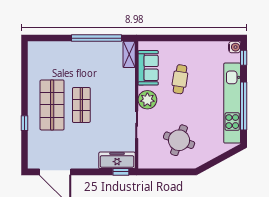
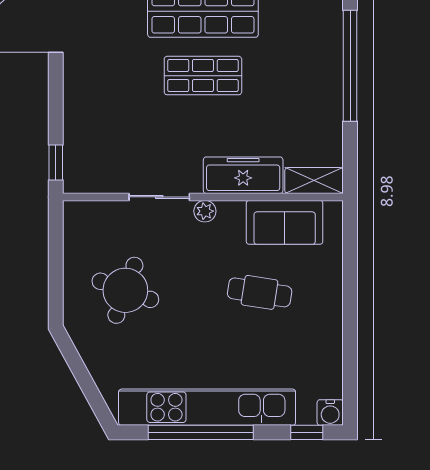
window: (97, 38) -> (350, 66), moved
plant: (147, 100) -> (205, 211), width x0.53, depth x0.53
freezer: (117, 160) -> (243, 175), moved, turned -90

